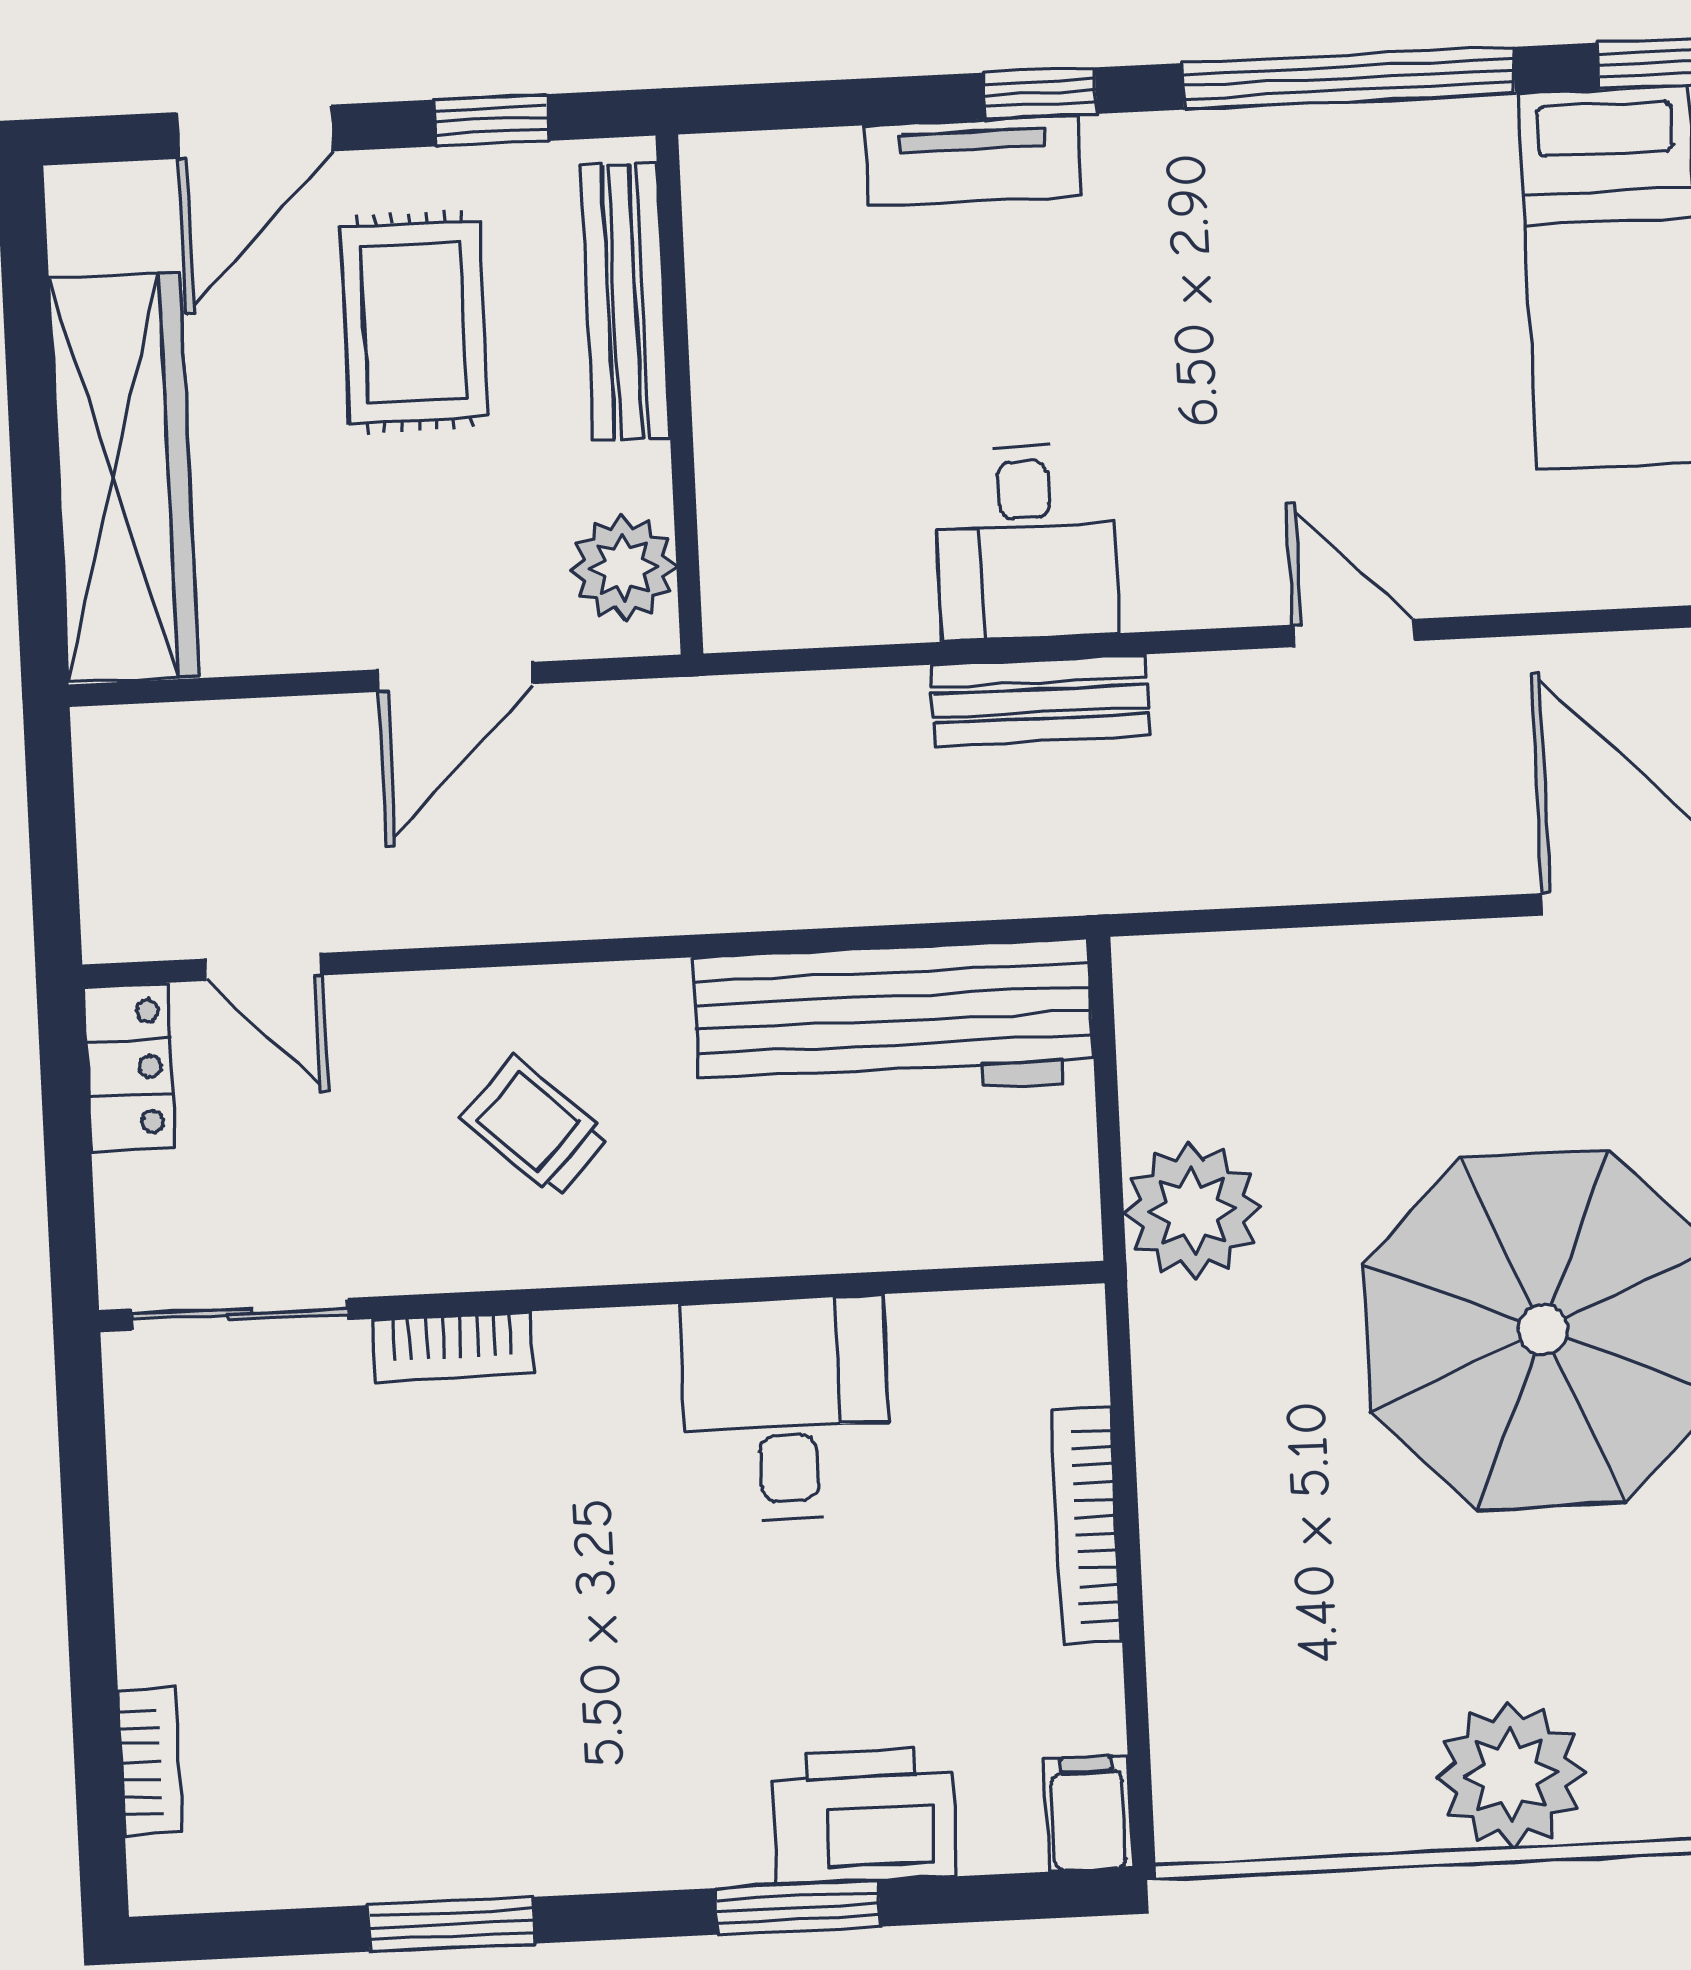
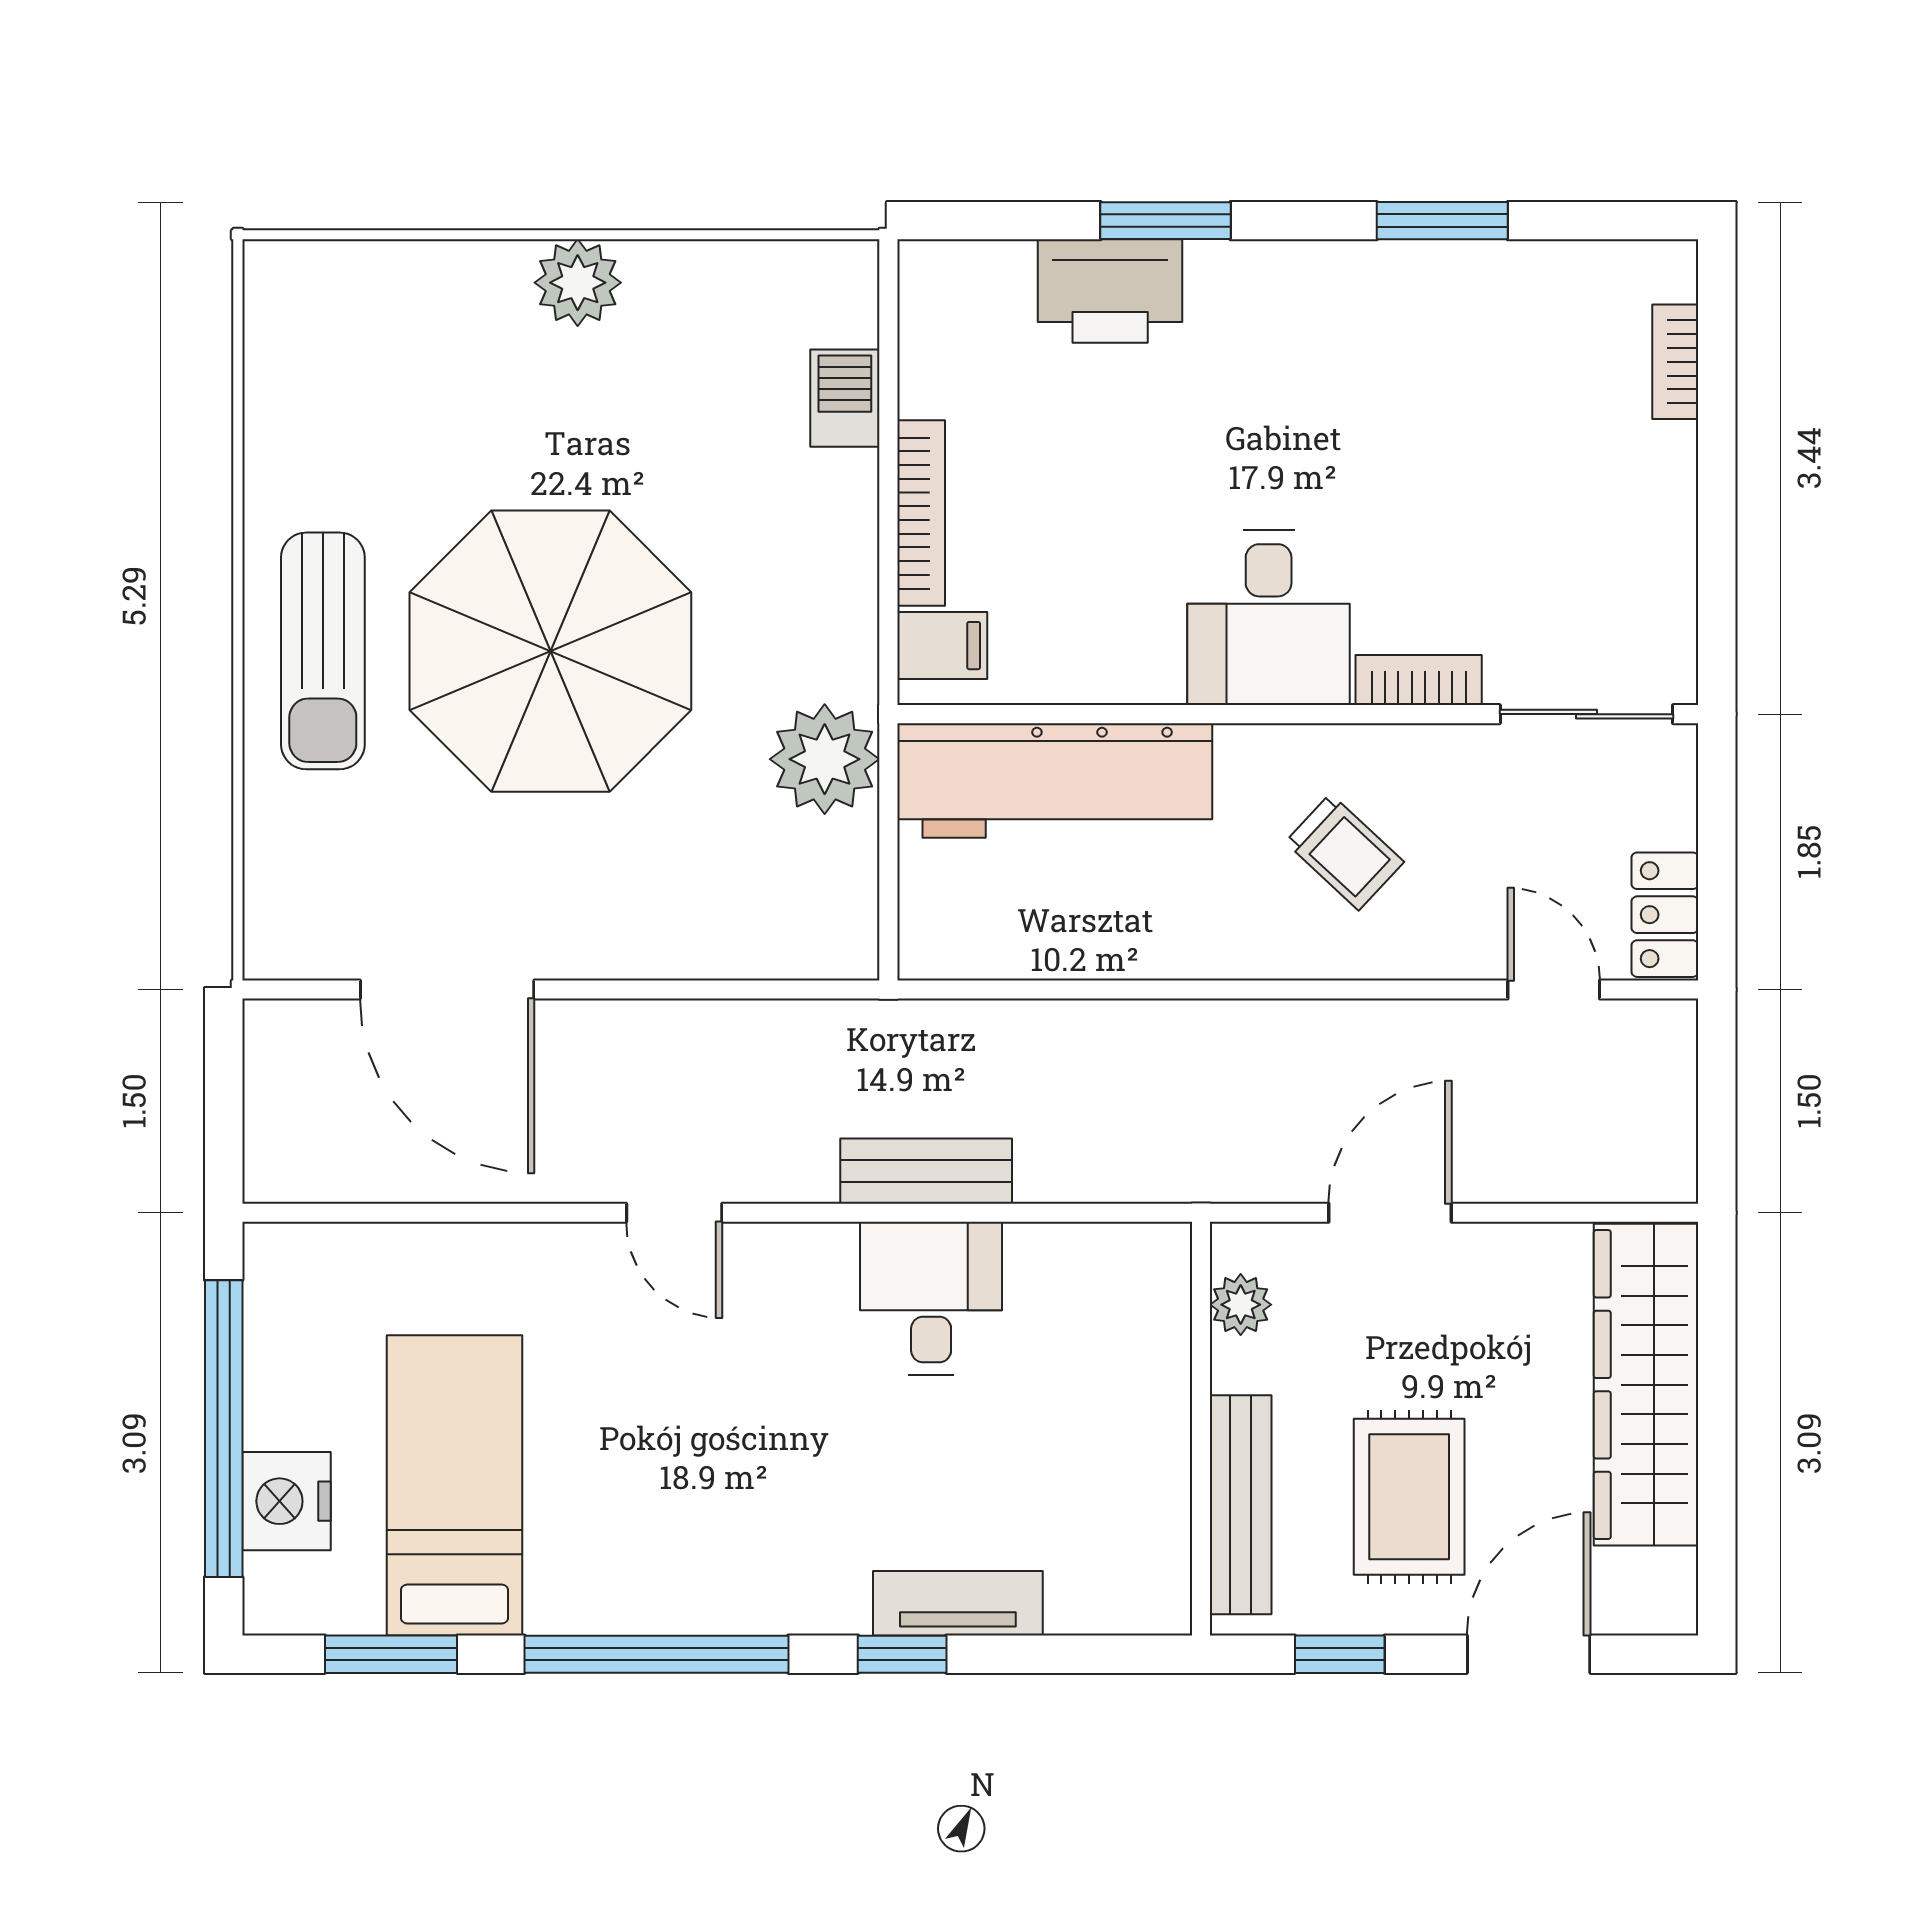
plant: (624, 568) -> (1241, 1305), width x0.73, depth x0.73
workbench: (894, 1019) -> (1055, 780), moved, turned 180
desk: (786, 1409) -> (1269, 618), moved
barbecue: (1189, 1665) -> (845, 398), added
plant: (1511, 1775) -> (578, 283), width x0.73, depth x0.73
filing cabinet: (1088, 1813) -> (942, 646), moved, turned -90

